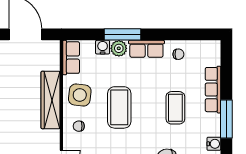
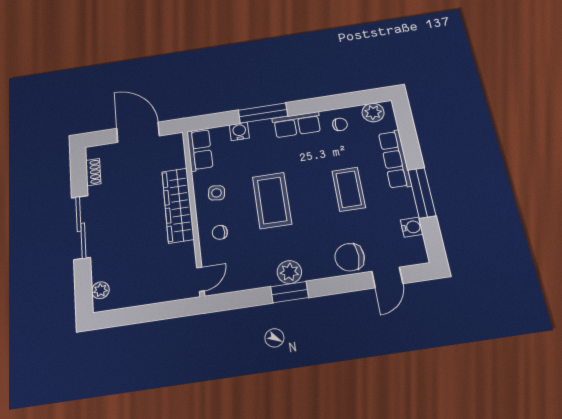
plant: (119, 48) -> (373, 112), moved
side table: (80, 95) -> (217, 193), width x0.54, depth x0.54

